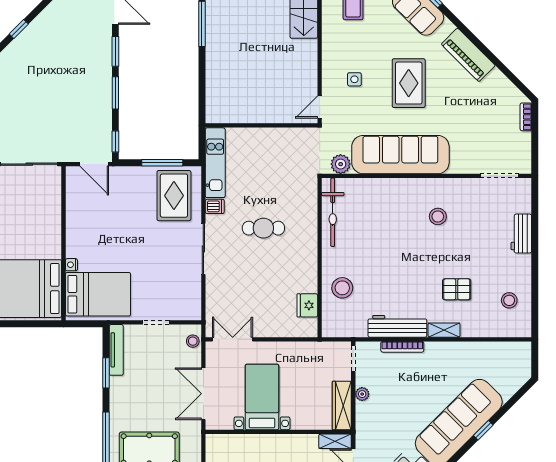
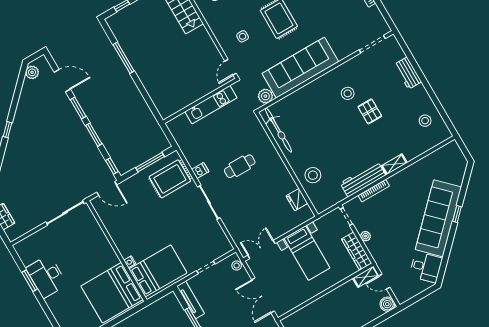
kitchen unit: (215, 163) -> (211, 105), moved, turned 90
rug: (174, 196) -> (170, 179), turned 90
pallet: (457, 289) -> (370, 111), moved, turned 90
bed with nightstands: (262, 397) -> (307, 253), moved, turned 180

